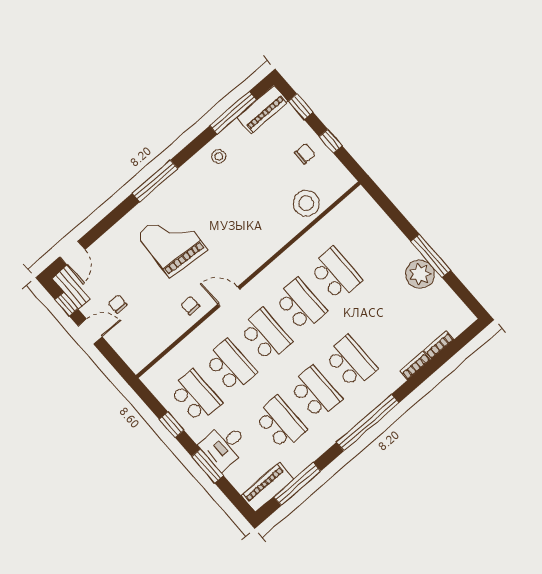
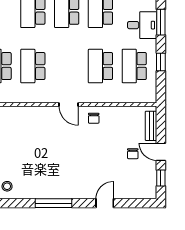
grand piano: (172, 242) -> (73, 162), removed
door: (72, 253) -> (105, 203), moved
bench: (71, 289) -> (151, 126), moved
school desk: (266, 335) -> (67, 66), removed

